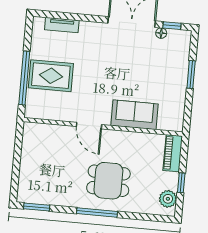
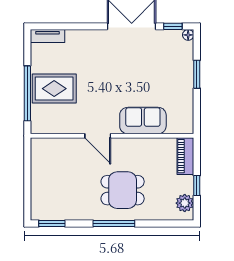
tv unit: (62, 25) -> (48, 36), moved
floor lamp: (161, 33) -> (188, 35), moved

